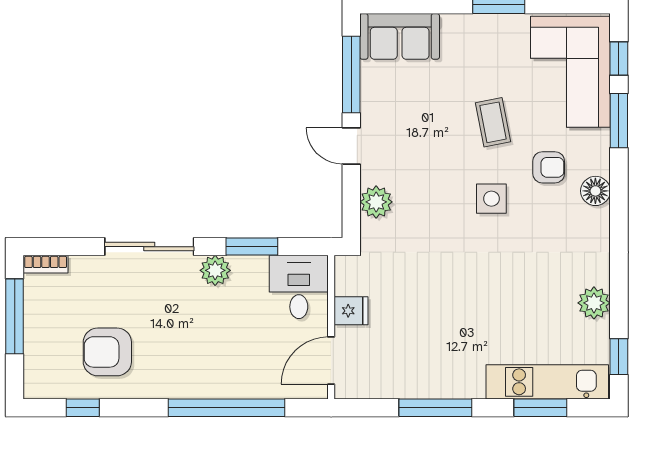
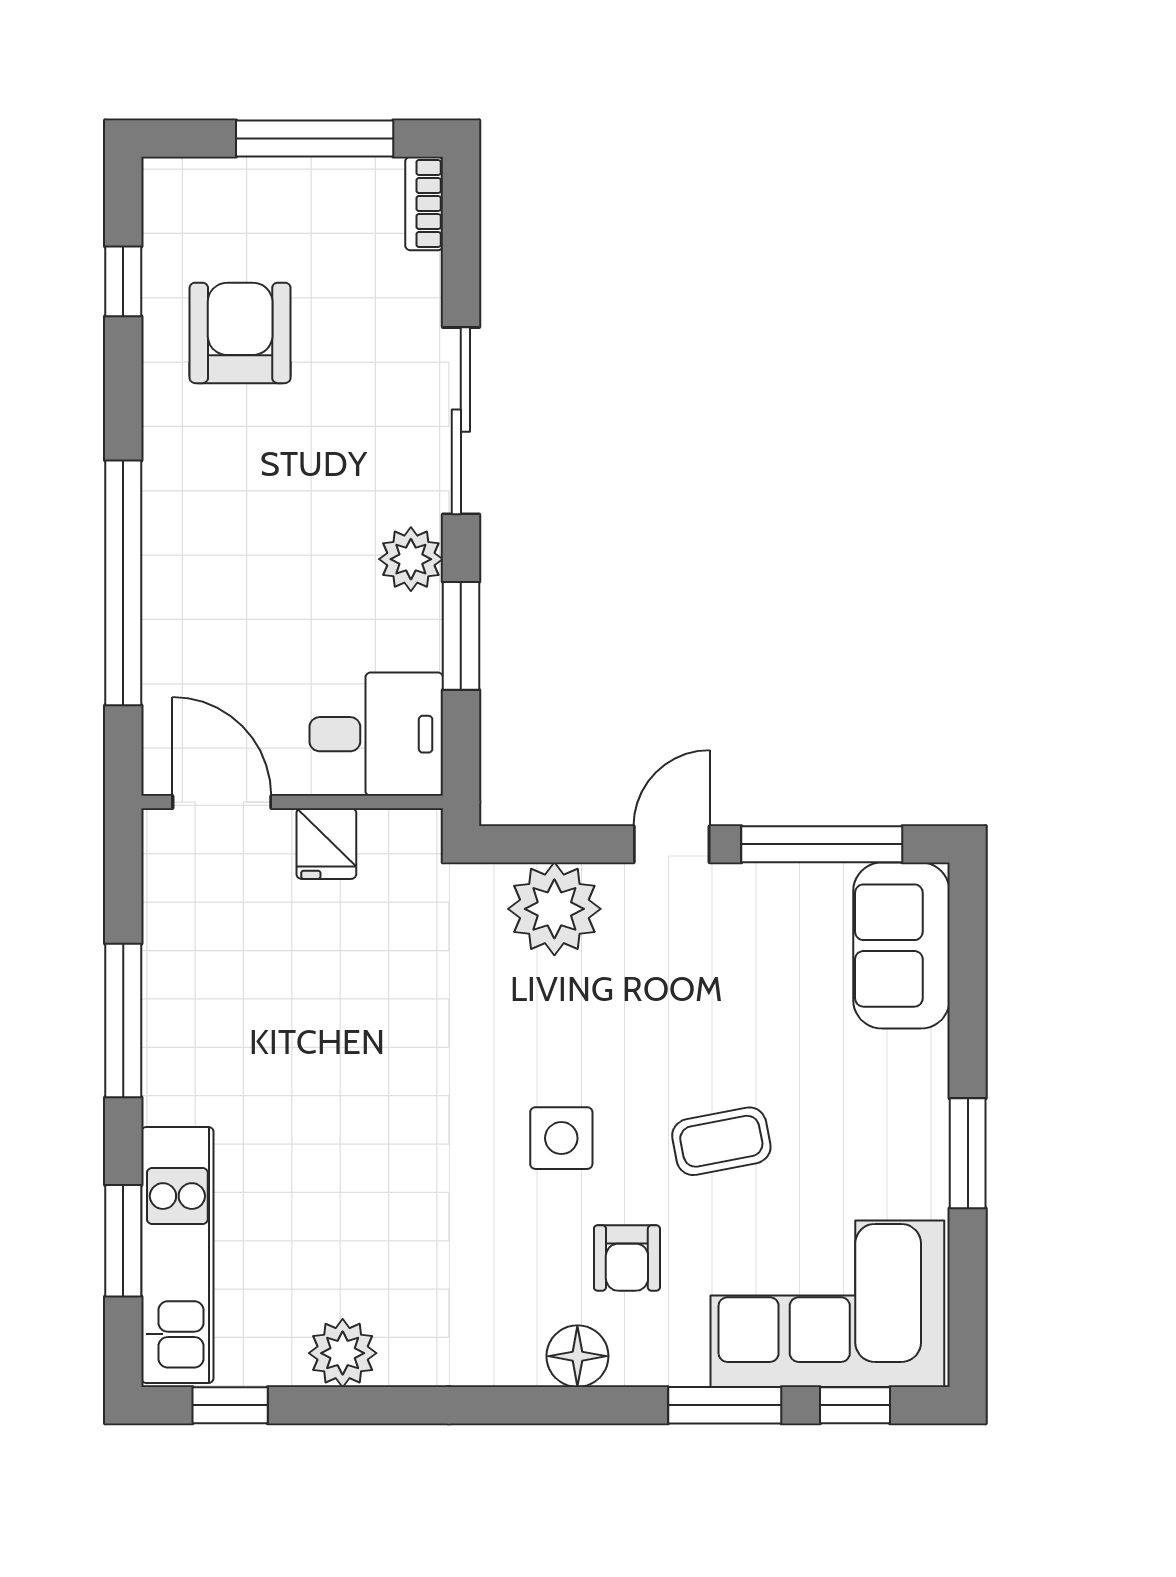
plant: (376, 202) -> (554, 909), width x1.36, depth x1.36

